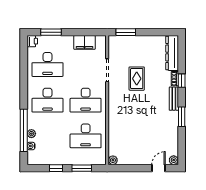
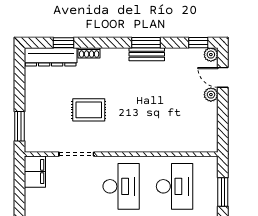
filing cabinet: (85, 42) -> (35, 172), moved
window: (182, 81) -> (64, 43), moved
bench: (174, 99) -> (147, 54), moved
window: (182, 152) -> (198, 43), added
plant: (113, 160) -> (211, 95), moved

